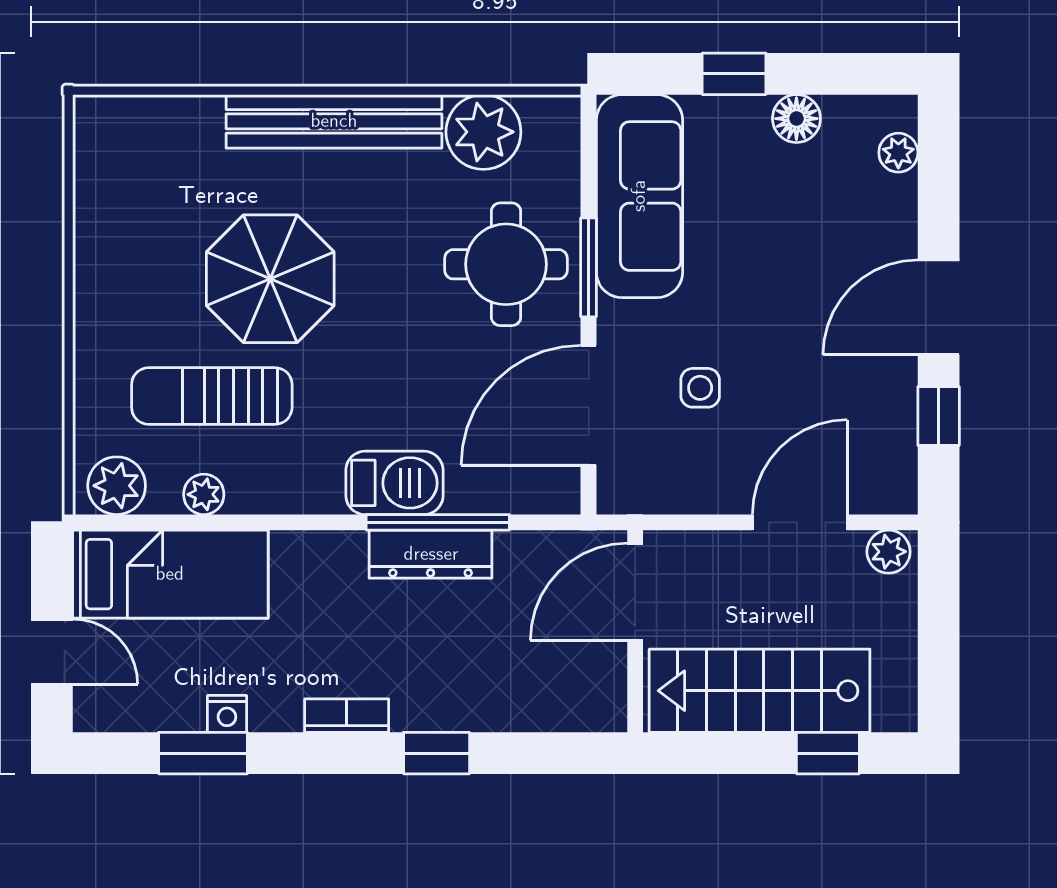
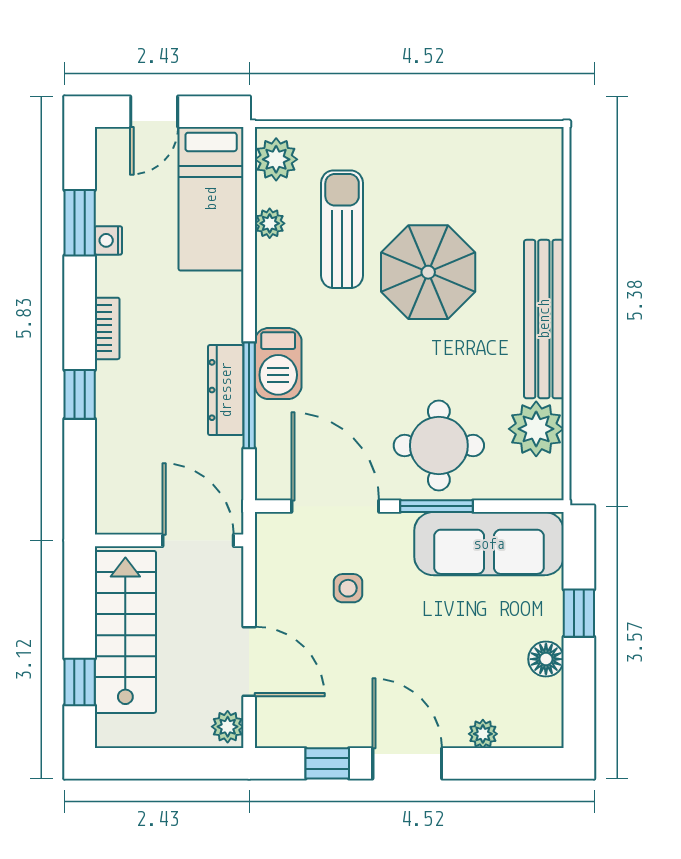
plant: (898, 153) -> (483, 734), moved

